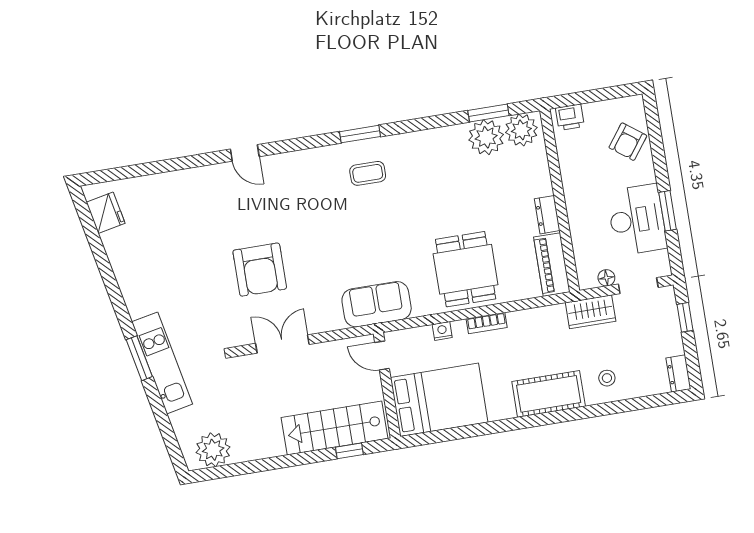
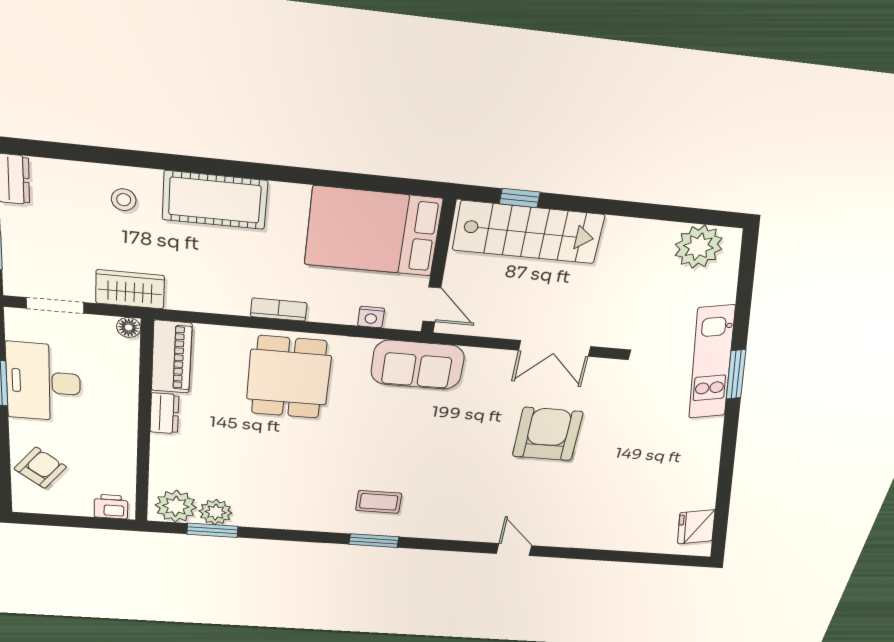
plant: (486, 137) -> (216, 512), width x0.73, depth x0.73
floor lamp: (606, 278) -> (129, 327), moved
nightstand: (442, 331) -> (371, 317), moved

